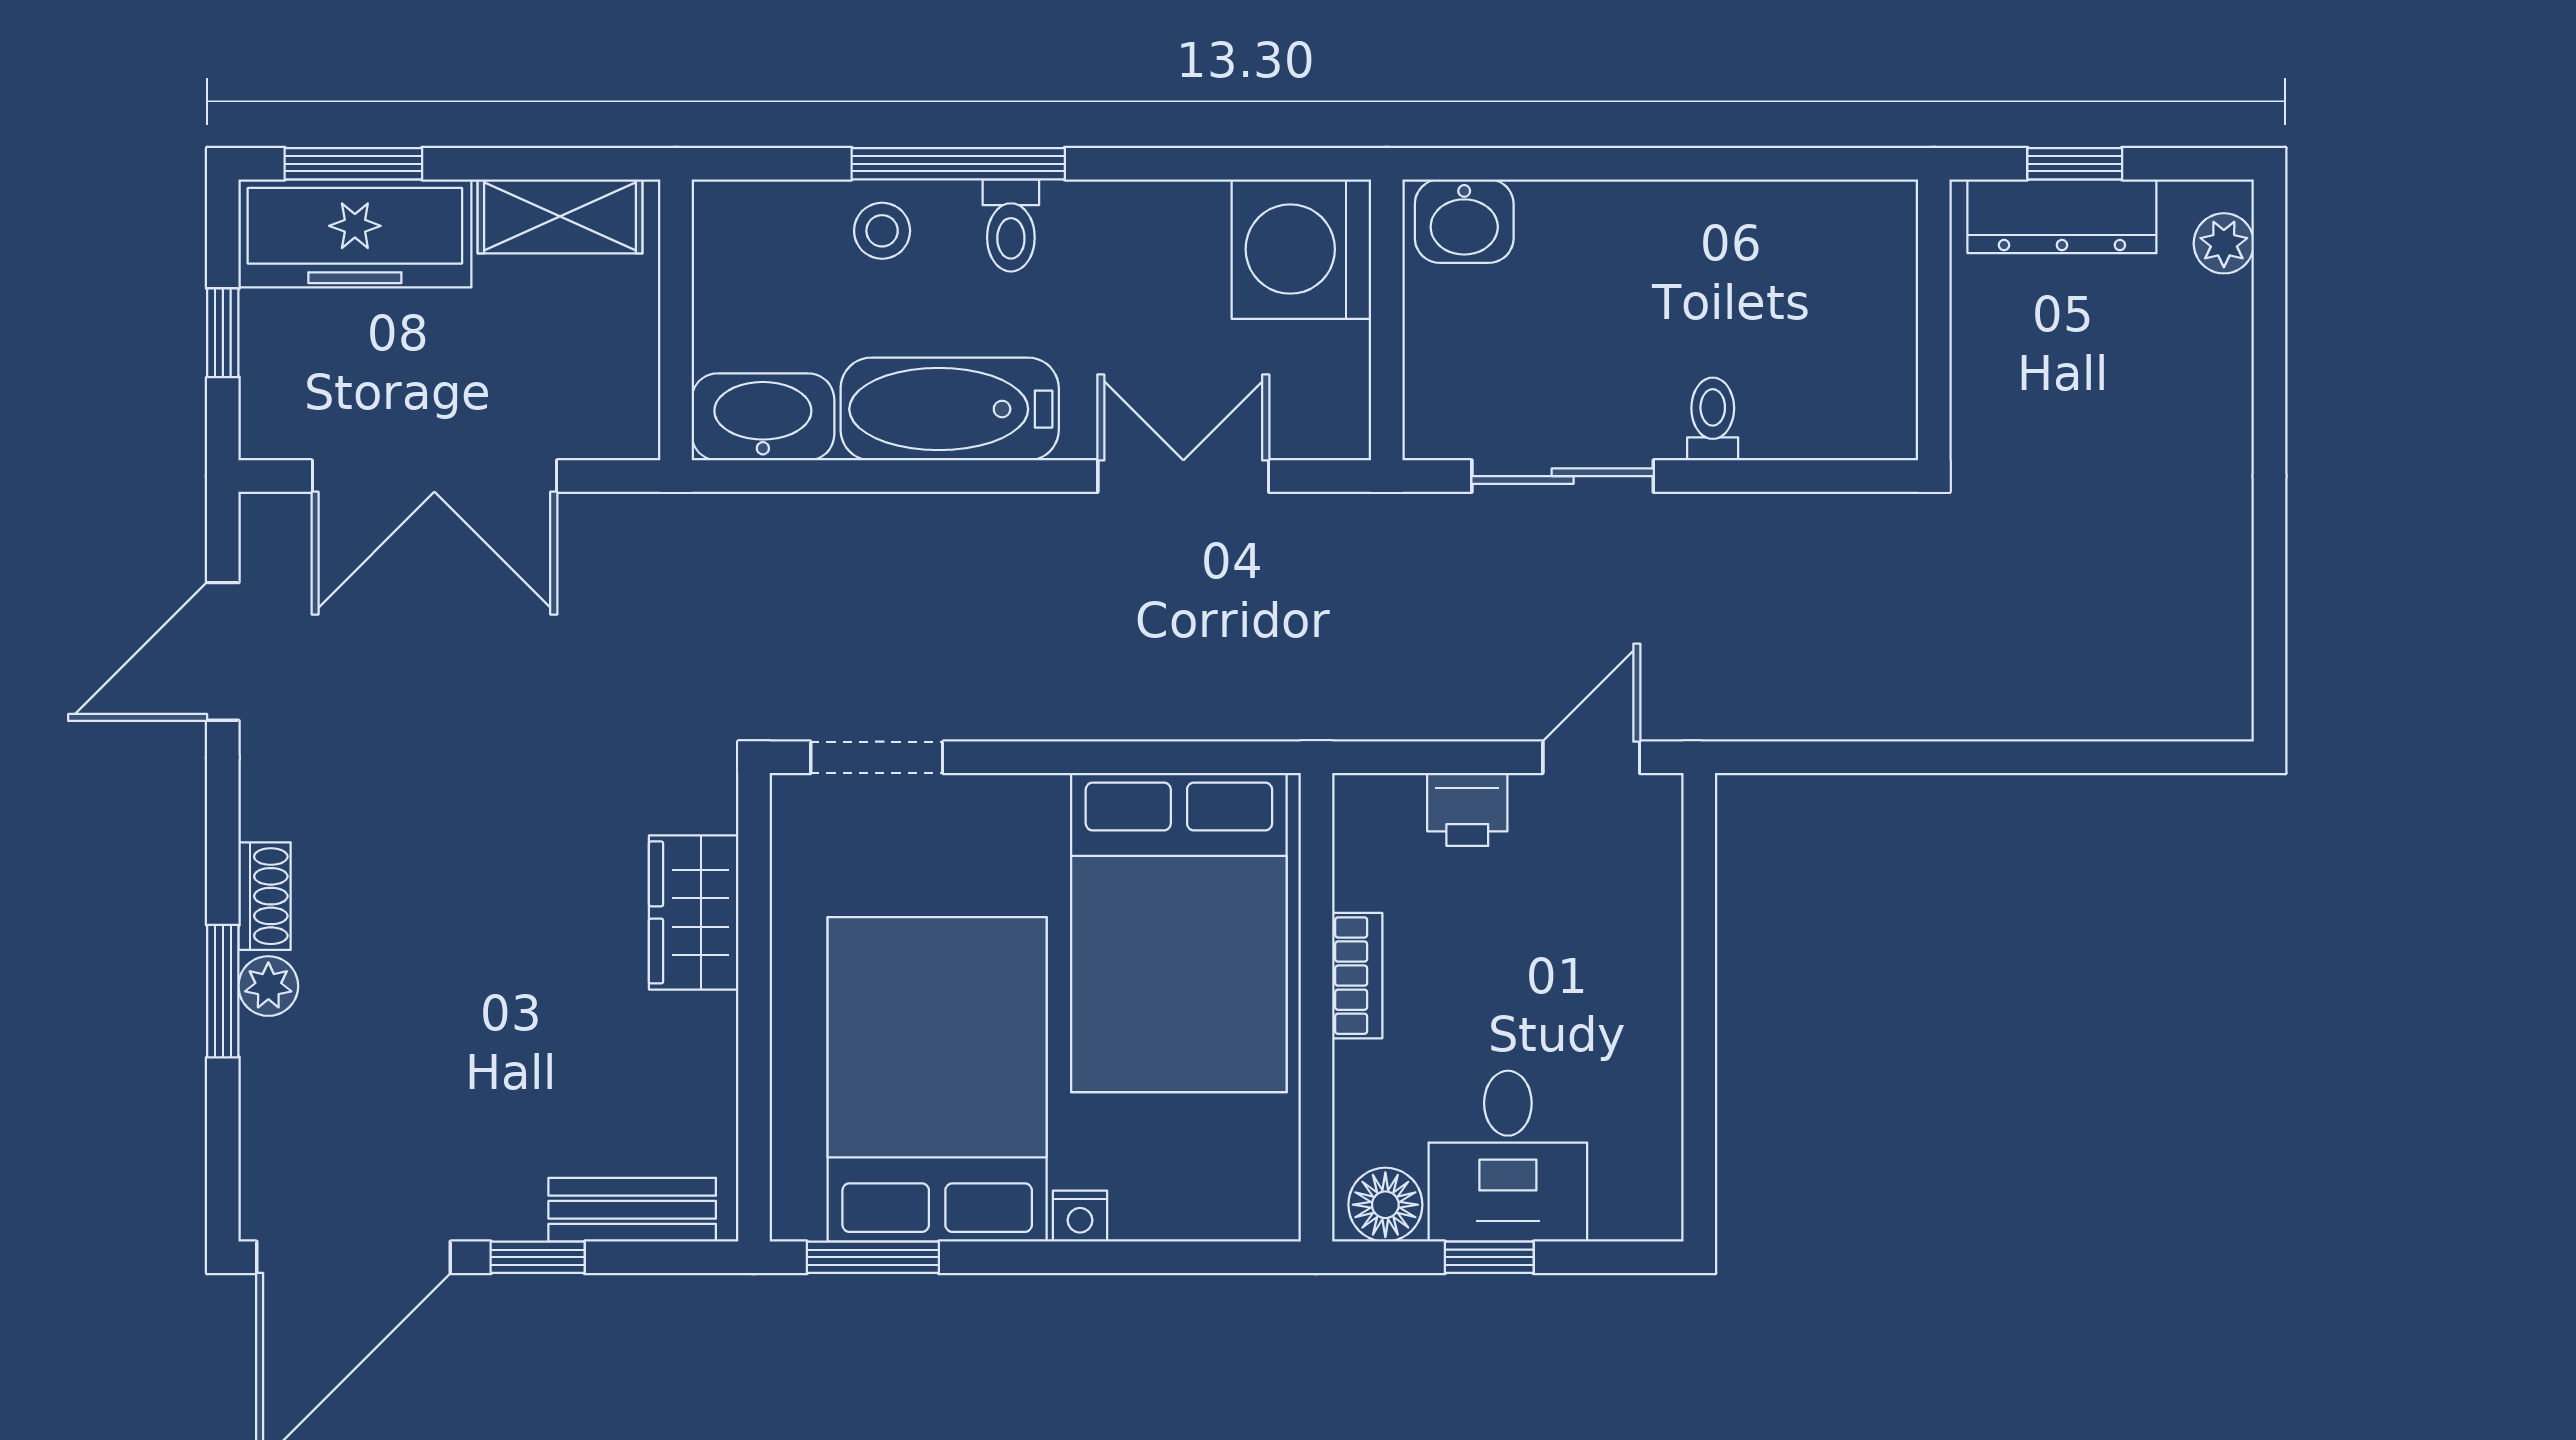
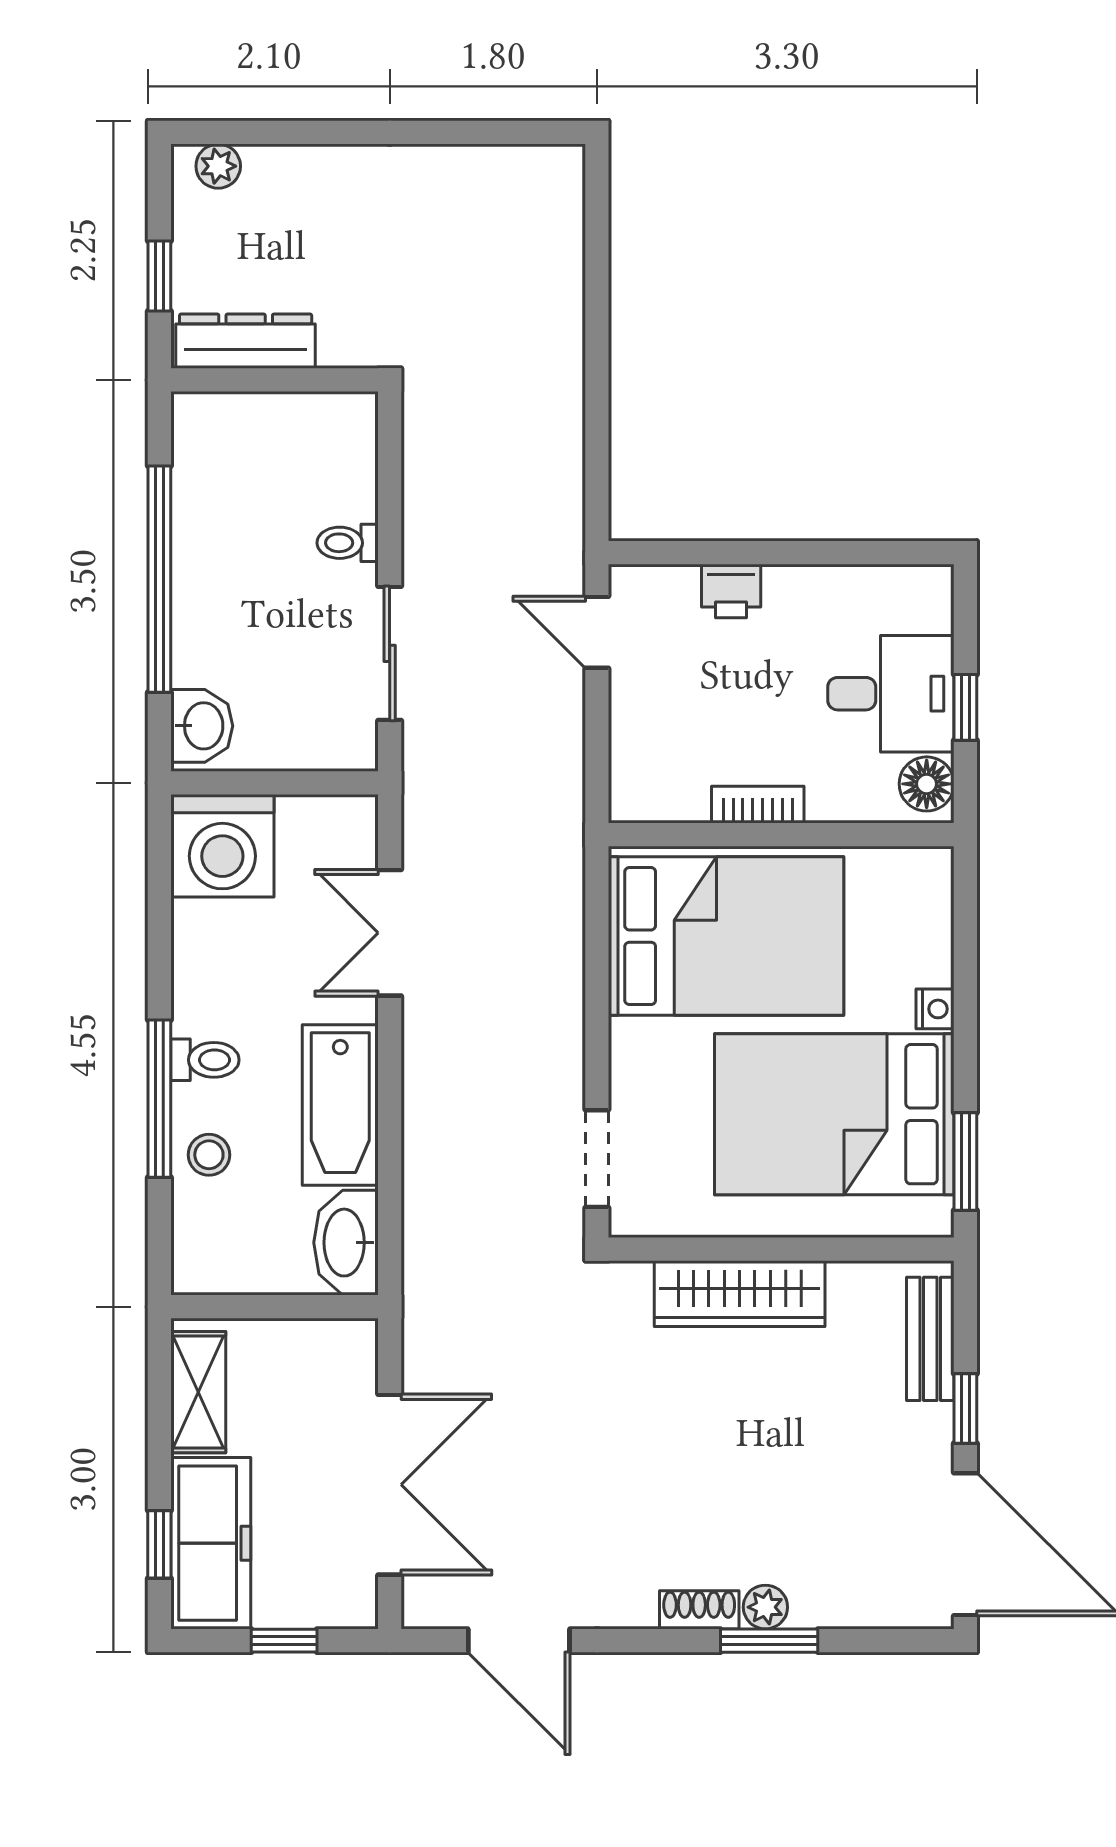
window: (353, 164) -> (159, 1544), width x0.67
window: (1663, 164) -> (159, 579), added
dresser: (2062, 216) -> (246, 341), moved, turned -90
printer: (1467, 809) -> (731, 591), moved, turned 90
wardrobe: (694, 912) -> (740, 1294), width x1.50

